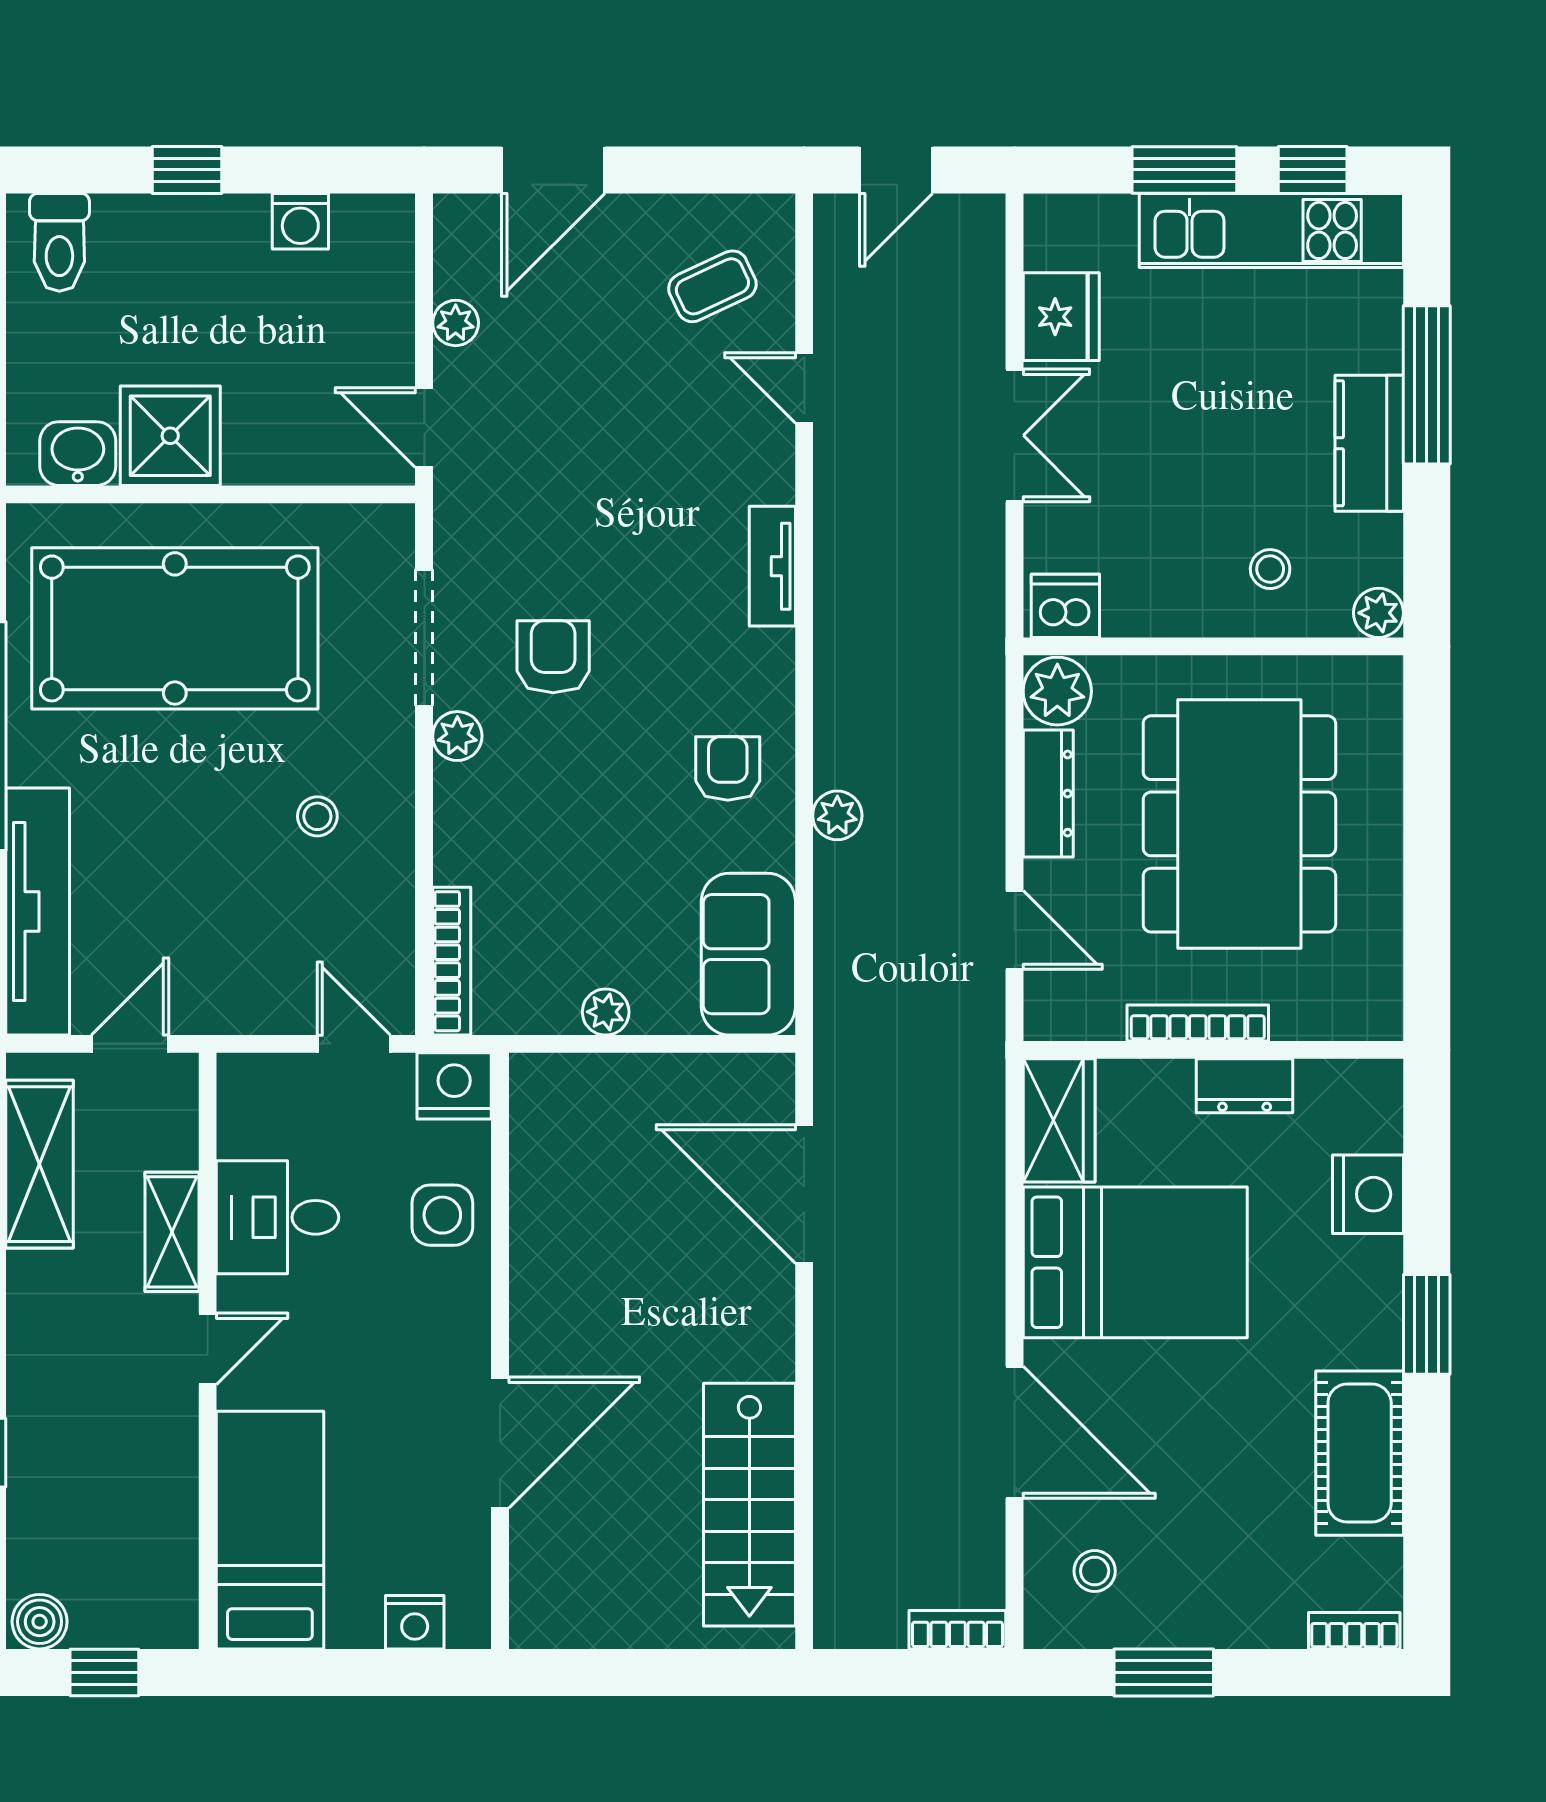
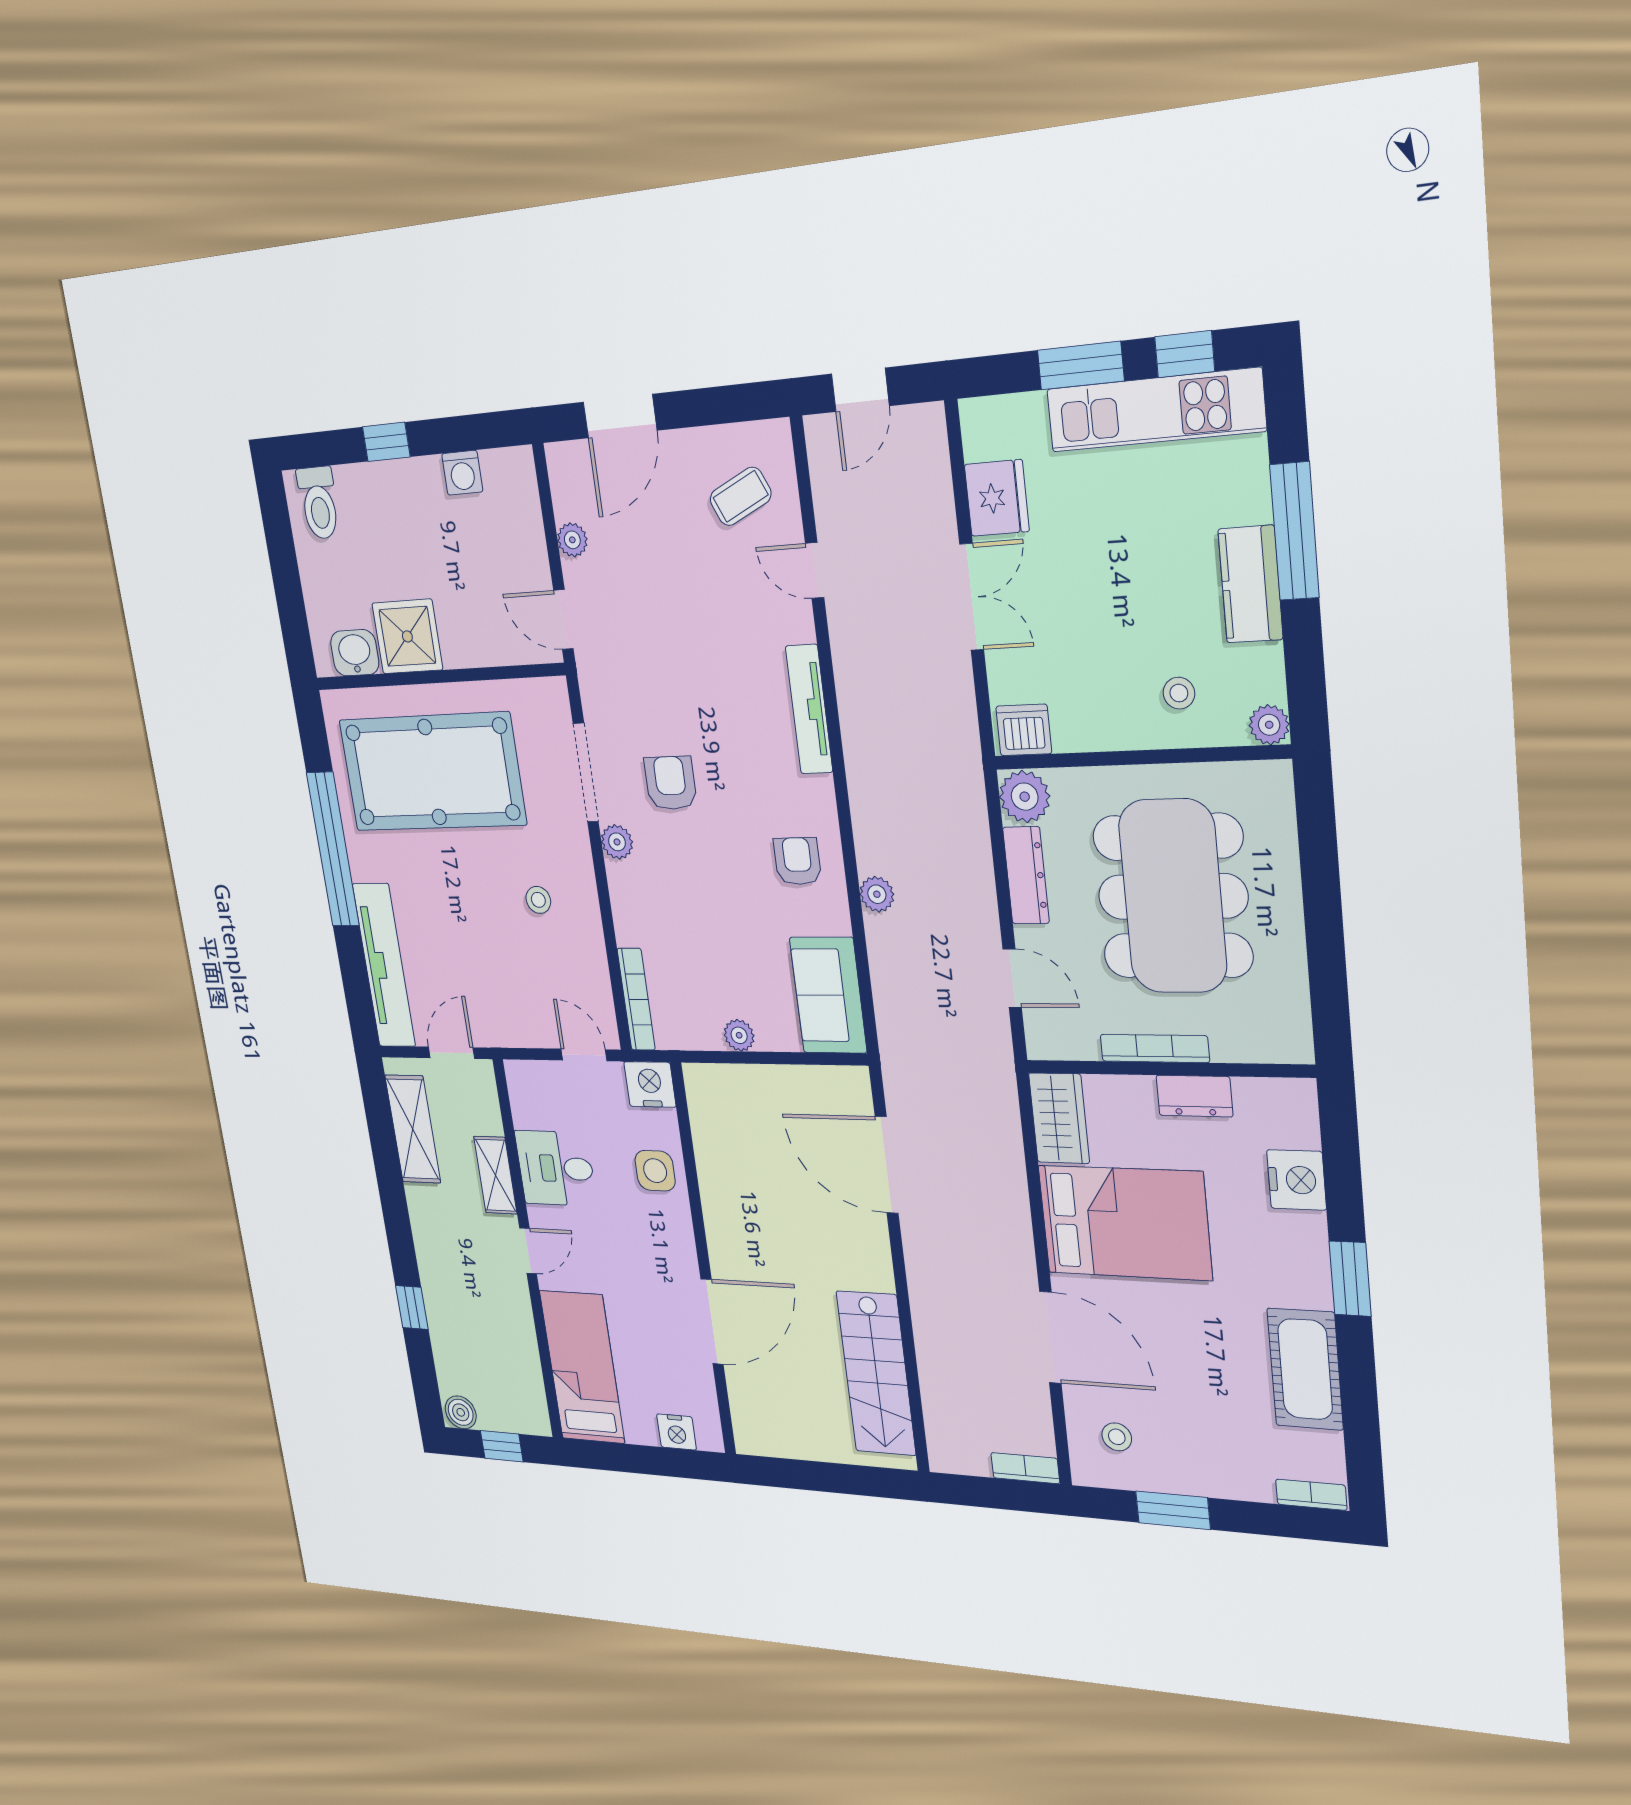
tv unit: (772, 566) -> (809, 709), width x1.41

